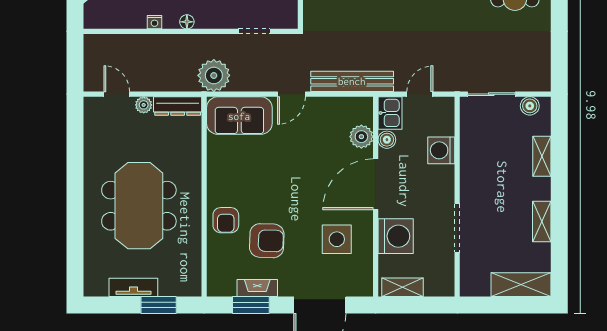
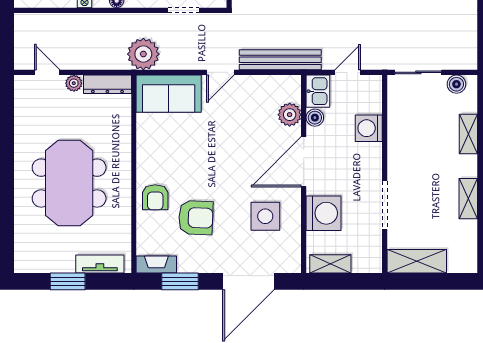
shelving: (521, 285) -> (417, 261), moved
tv unit: (133, 287) -> (100, 264), moved
fireplace: (257, 288) -> (156, 265), moved
window: (159, 305) -> (68, 281), moved

